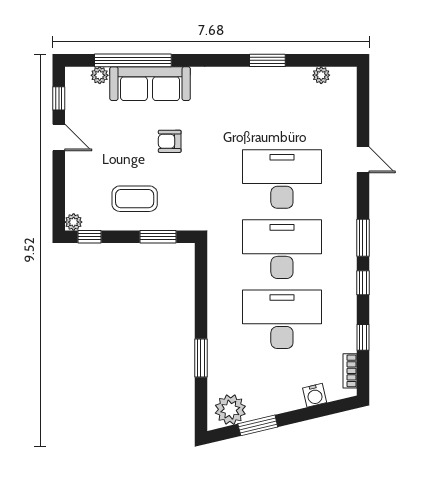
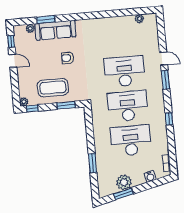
window: (133, 60) -> (46, 20), width x0.47
window: (267, 60) -> (112, 14), removed
coffee table: (135, 199) -> (53, 88), width x1.36, depth x1.32
window: (363, 238) -> (166, 80), moved
window: (363, 337) -> (171, 146), removed
plant: (230, 410) -> (124, 182), moved

